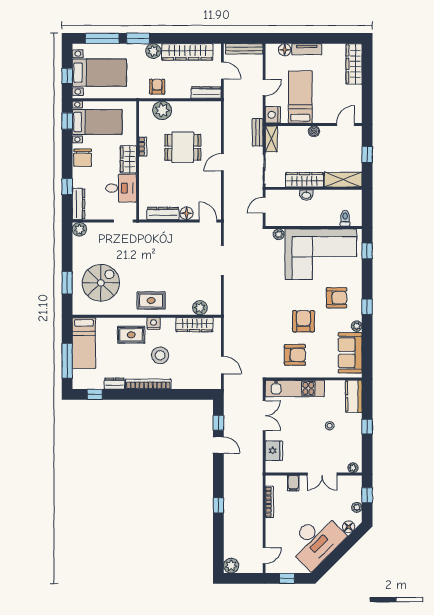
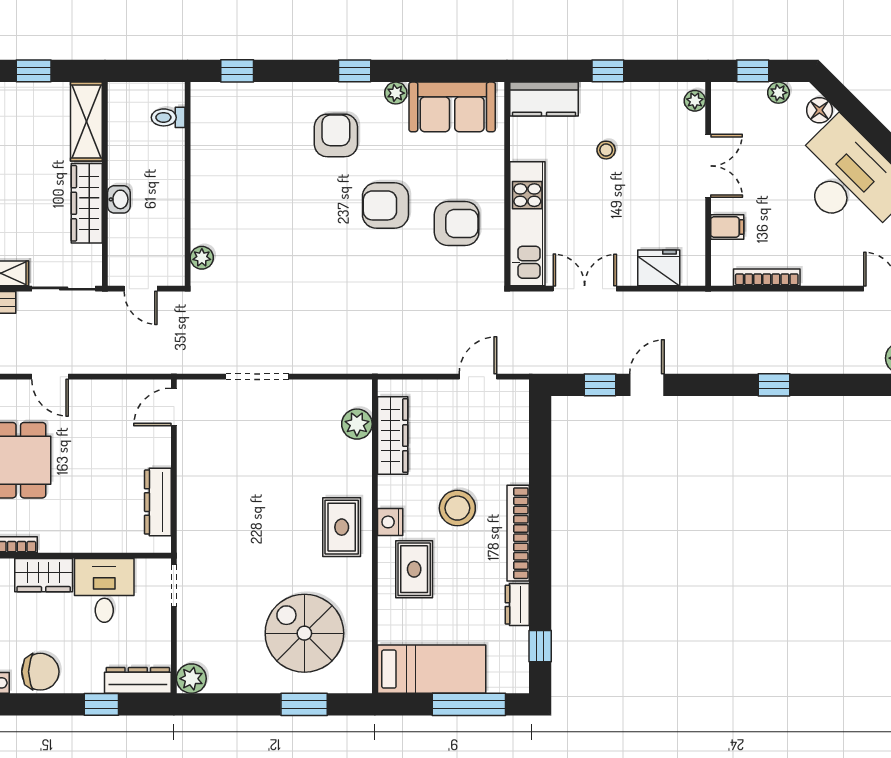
floor lamp: (186, 213) -> (157, 452), removed
corner sofa: (321, 254) -> (244, 169), removed
armchair: (295, 355) -> (457, 223), turned 90

